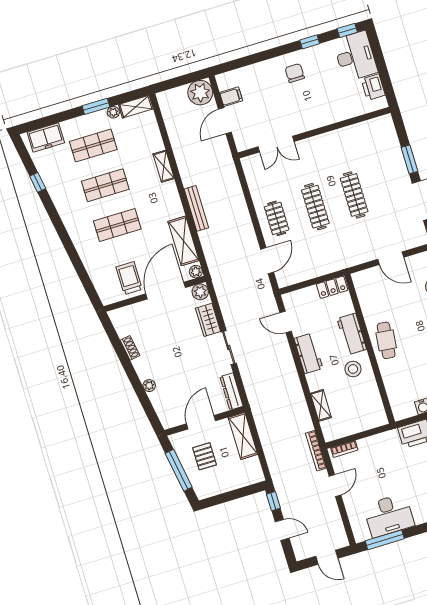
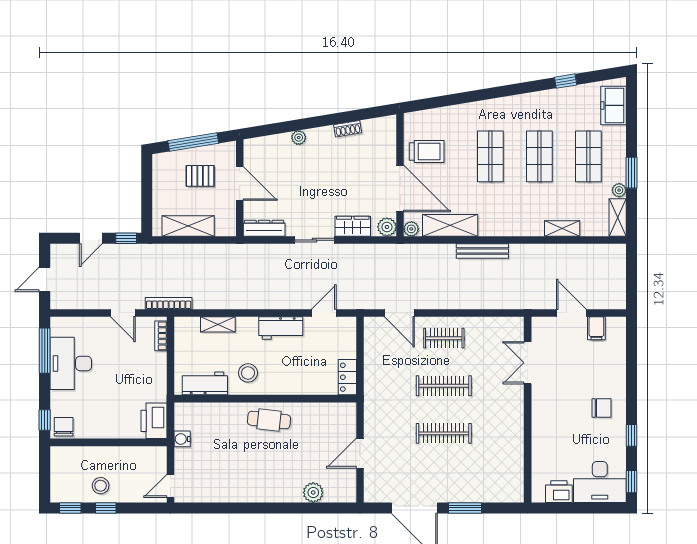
plant: (200, 93) -> (611, 295), removed
shelving: (164, 166) -> (562, 229), moved
workbench: (352, 334) -> (205, 383), moved
shelving: (243, 436) -> (188, 226), moved

